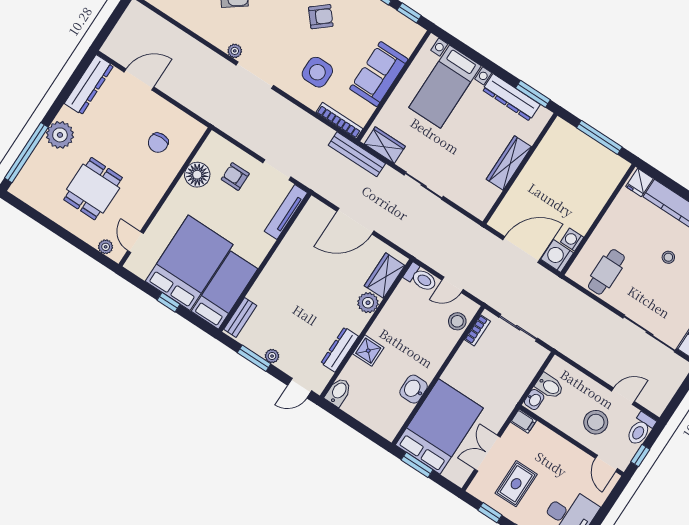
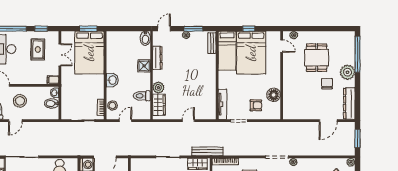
window: (112, 22) -> (357, 139), added
chair: (158, 143) -> (327, 84), moved
door: (355, 221) -> (188, 121), width x0.53
toilet: (421, 278) -> (142, 96), moved
washbasin: (414, 389) -> (112, 80), moved

